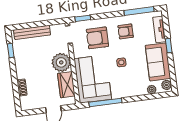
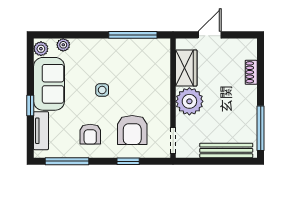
window: (83, 18) -> (128, 161), moved
armchair: (126, 31) -> (90, 134), turned 90
armchair: (97, 38) -> (132, 130), turned 90
window: (11, 50) -> (261, 128), width x2.17
corner sofa: (93, 79) -> (147, 71), removed

